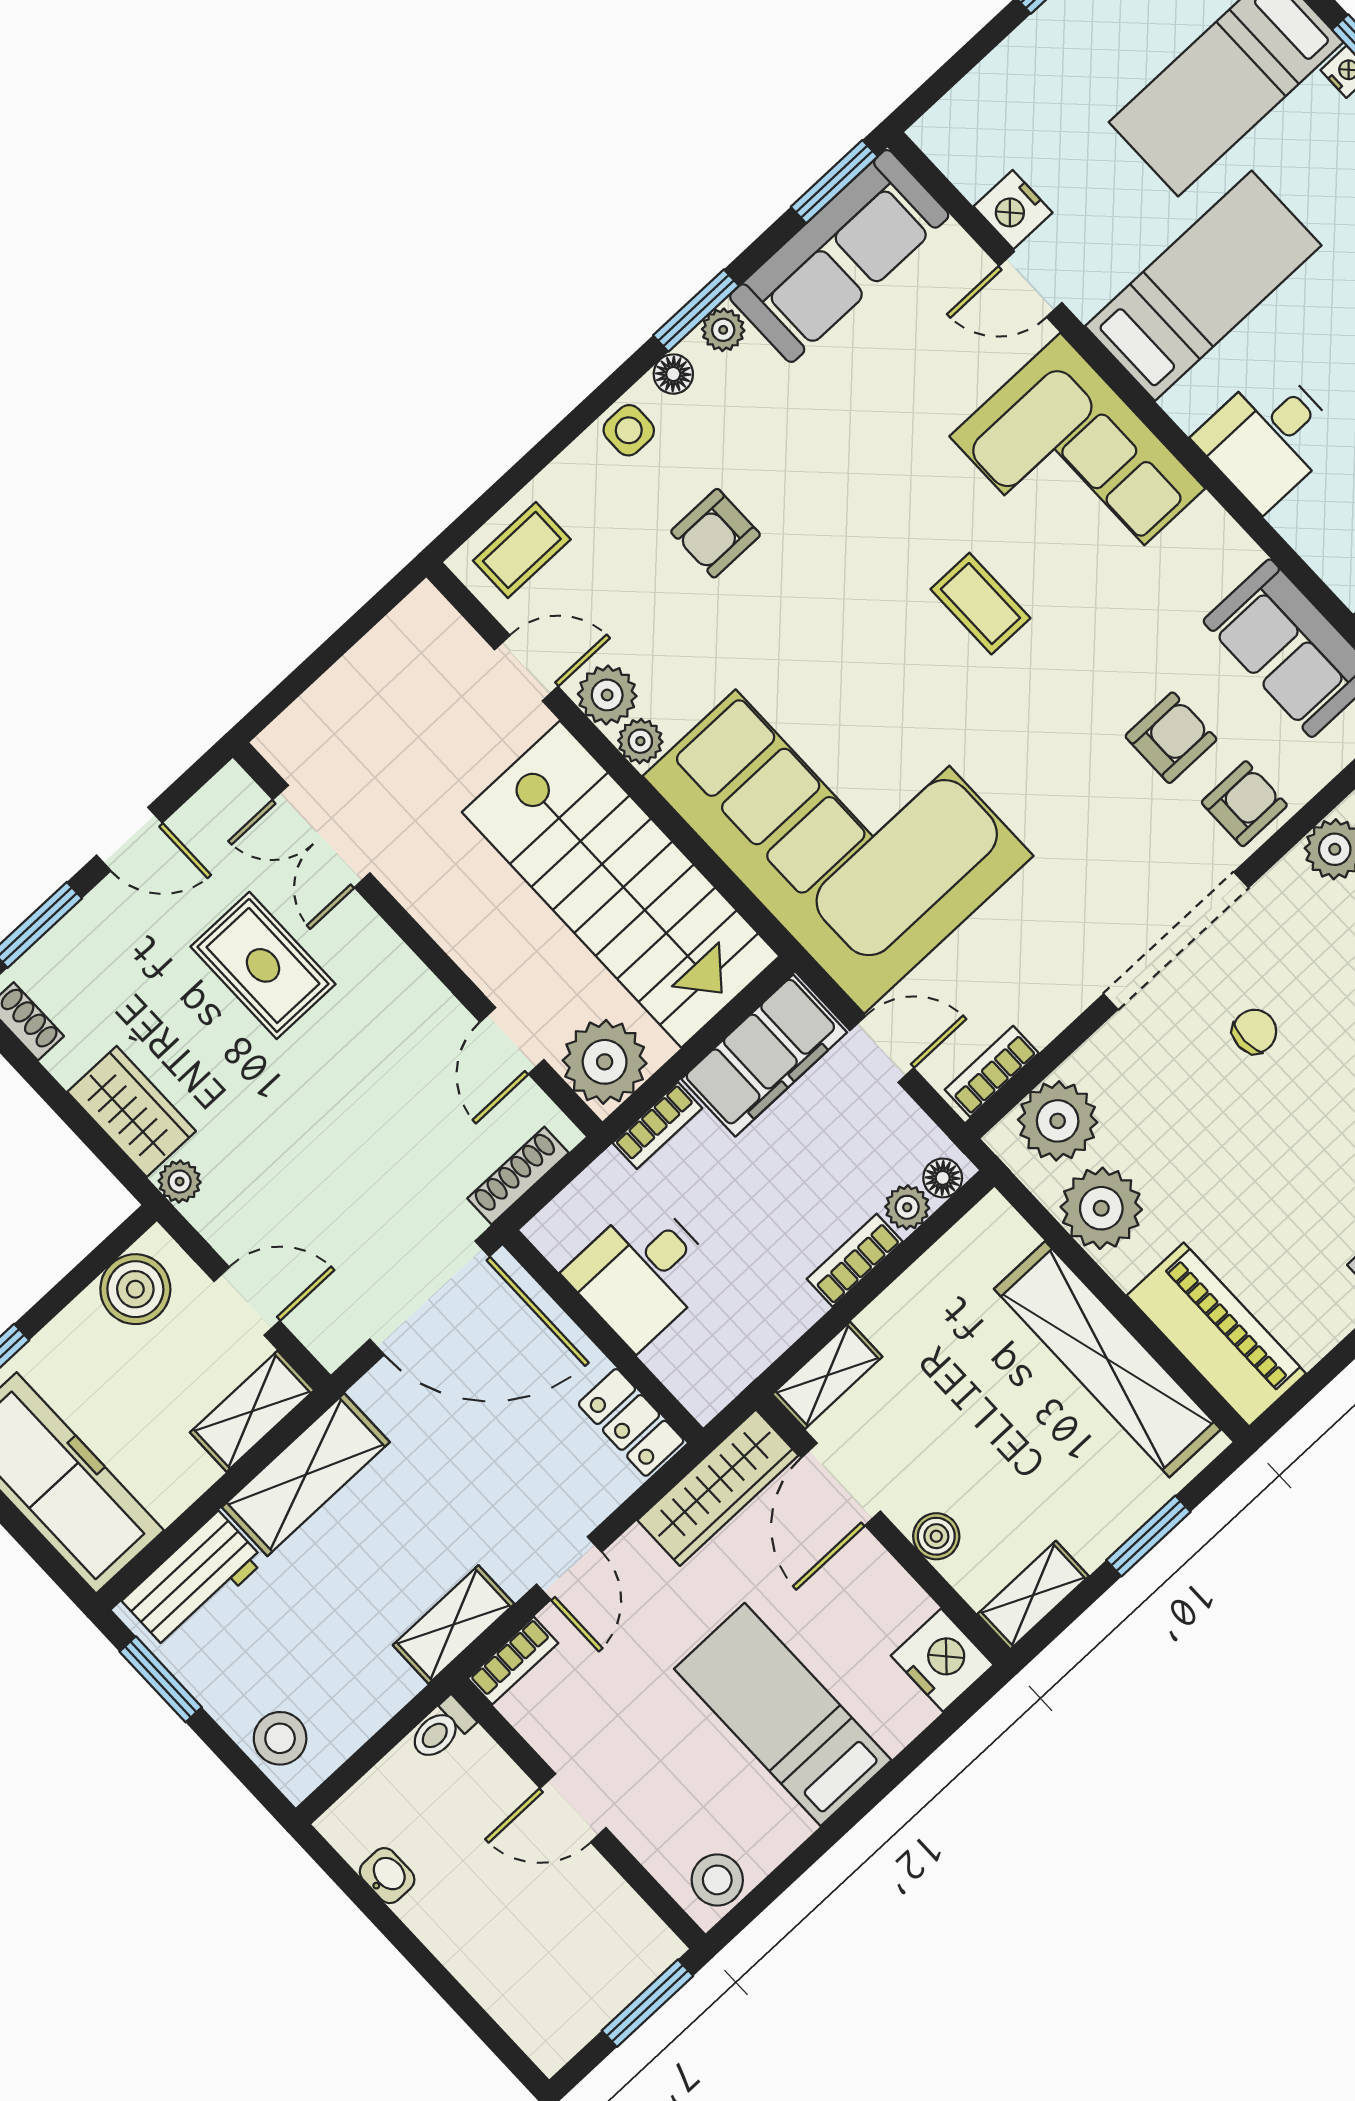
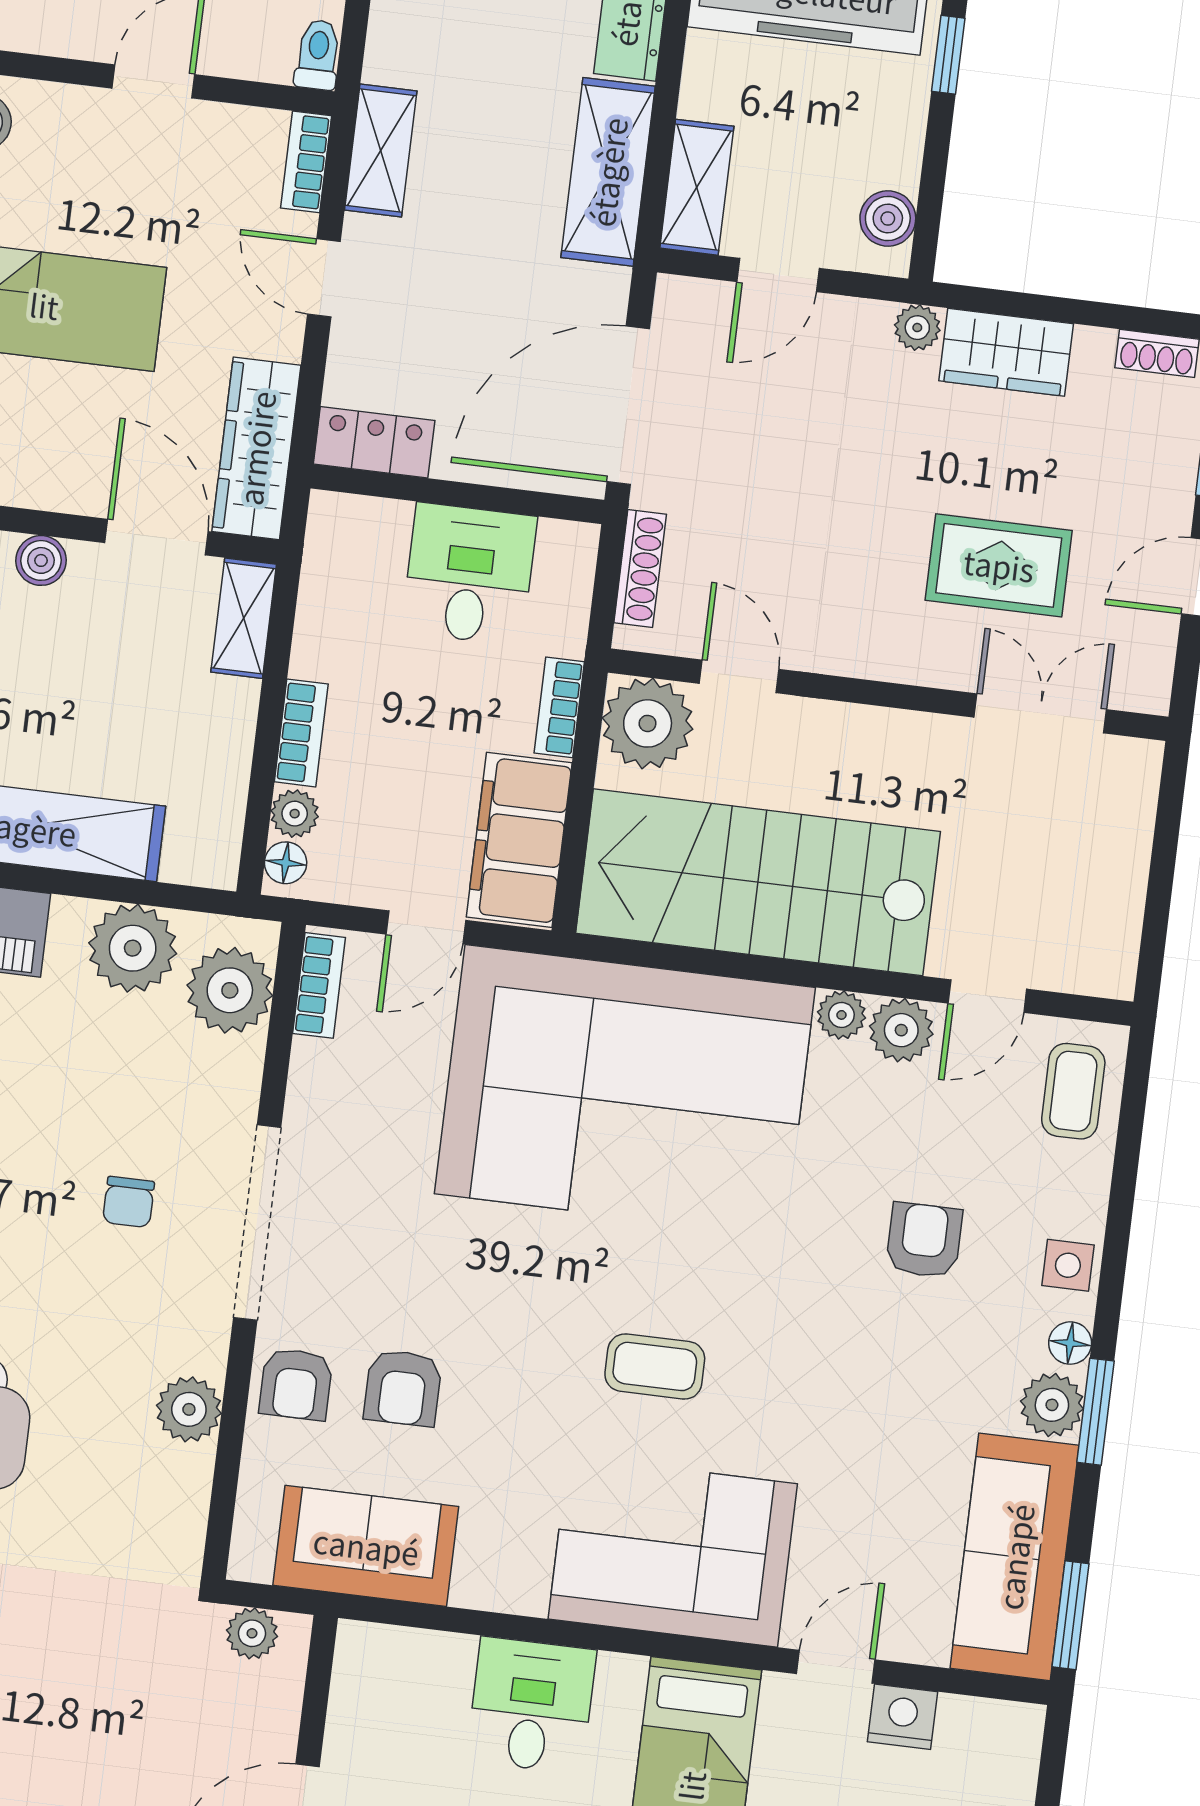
plant: (723, 330) -> (1052, 1405), width x1.38, depth x1.38
boiler: (135, 1289) -> (888, 218), width x0.73, depth x0.73

